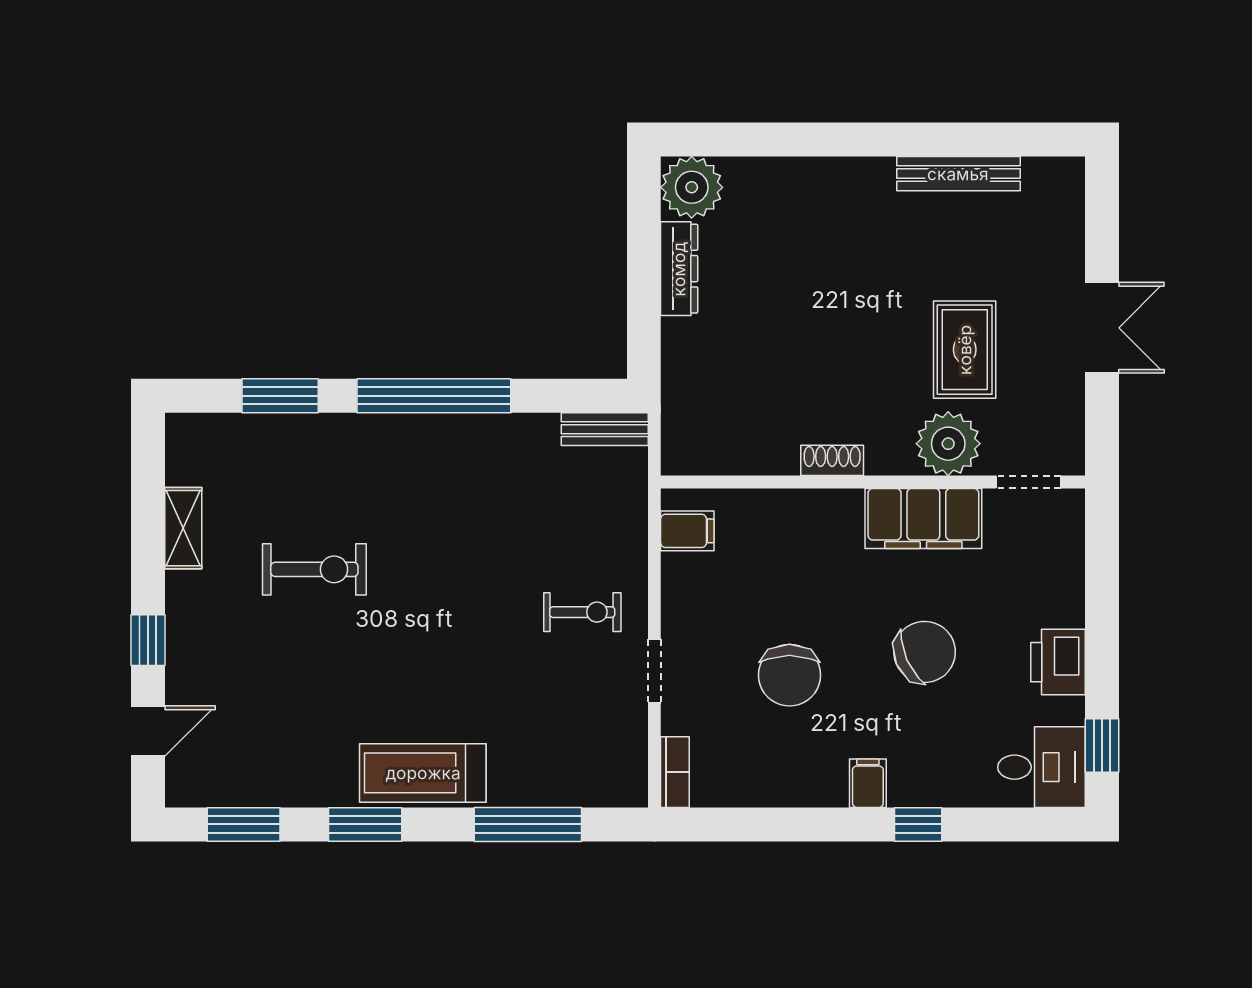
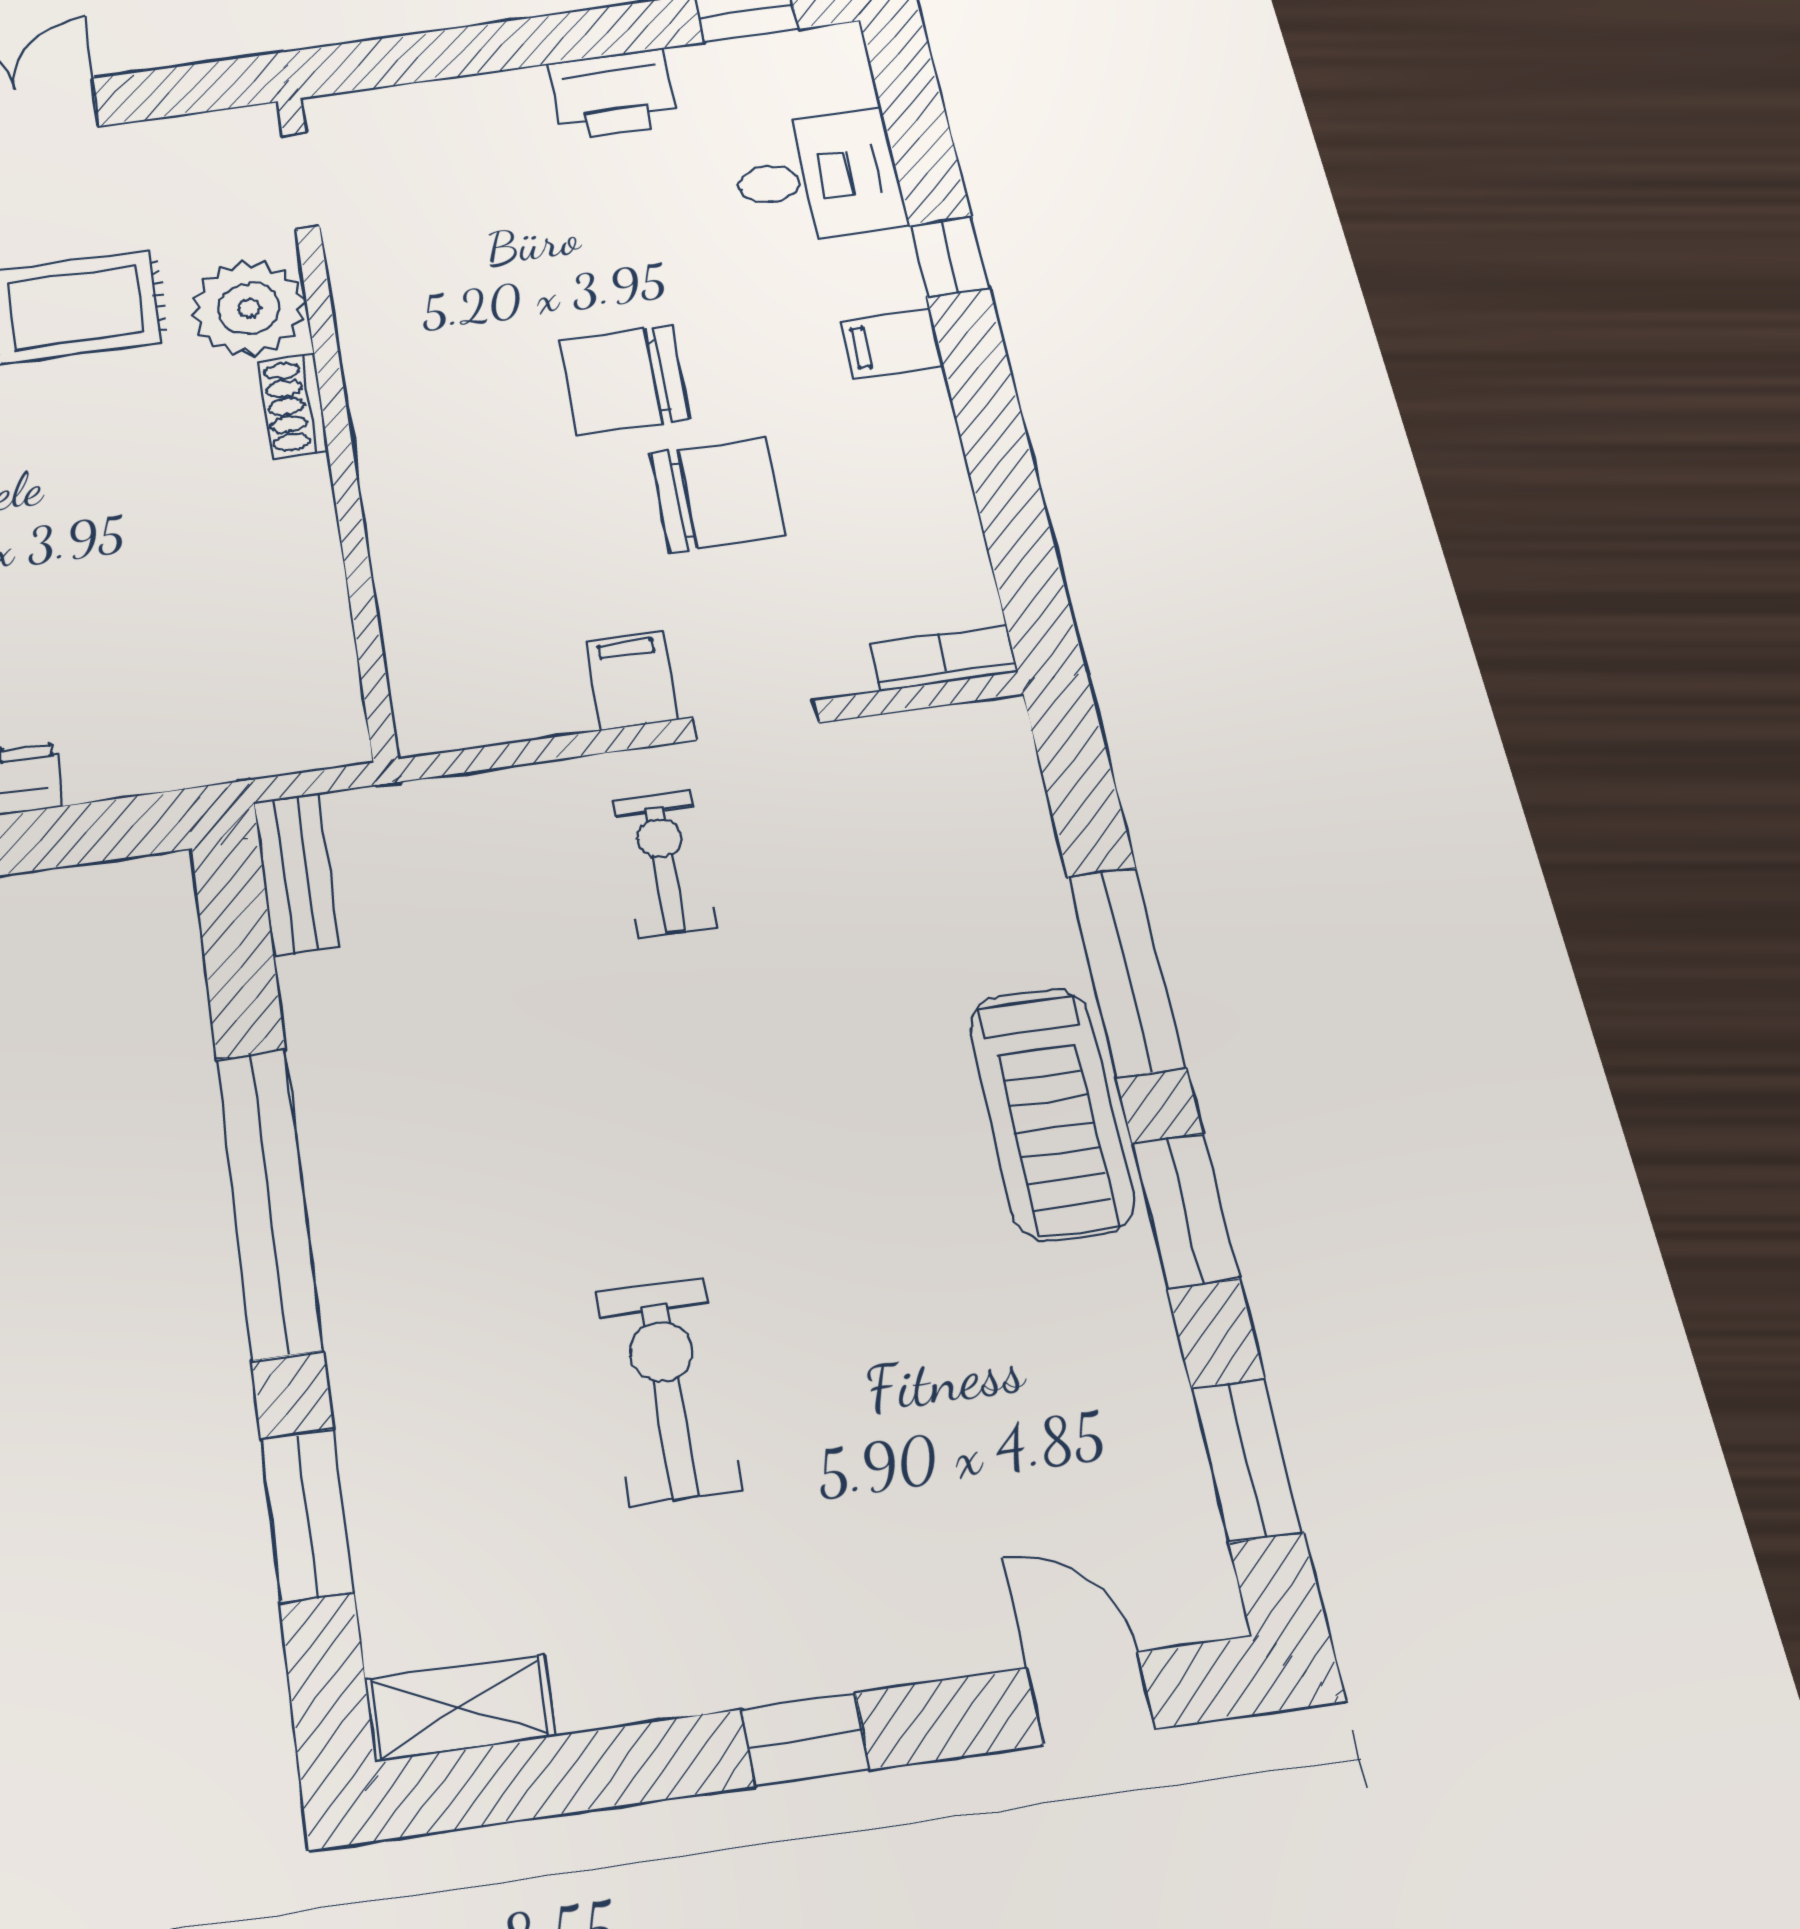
shoe rack: (832, 460) -> (293, 406), moved
filing cabinet: (923, 518) -> (390, 327), removed
shelving: (183, 528) -> (460, 1708), moved
filing cabinet: (687, 531) -> (632, 680), moved
window: (148, 640) -> (806, 1739), moved
chair: (925, 652) -> (624, 381), moved, turned -66
desk: (1042, 767) -> (817, 177), moved, turned 90
window: (528, 824) -> (1126, 971), moved

